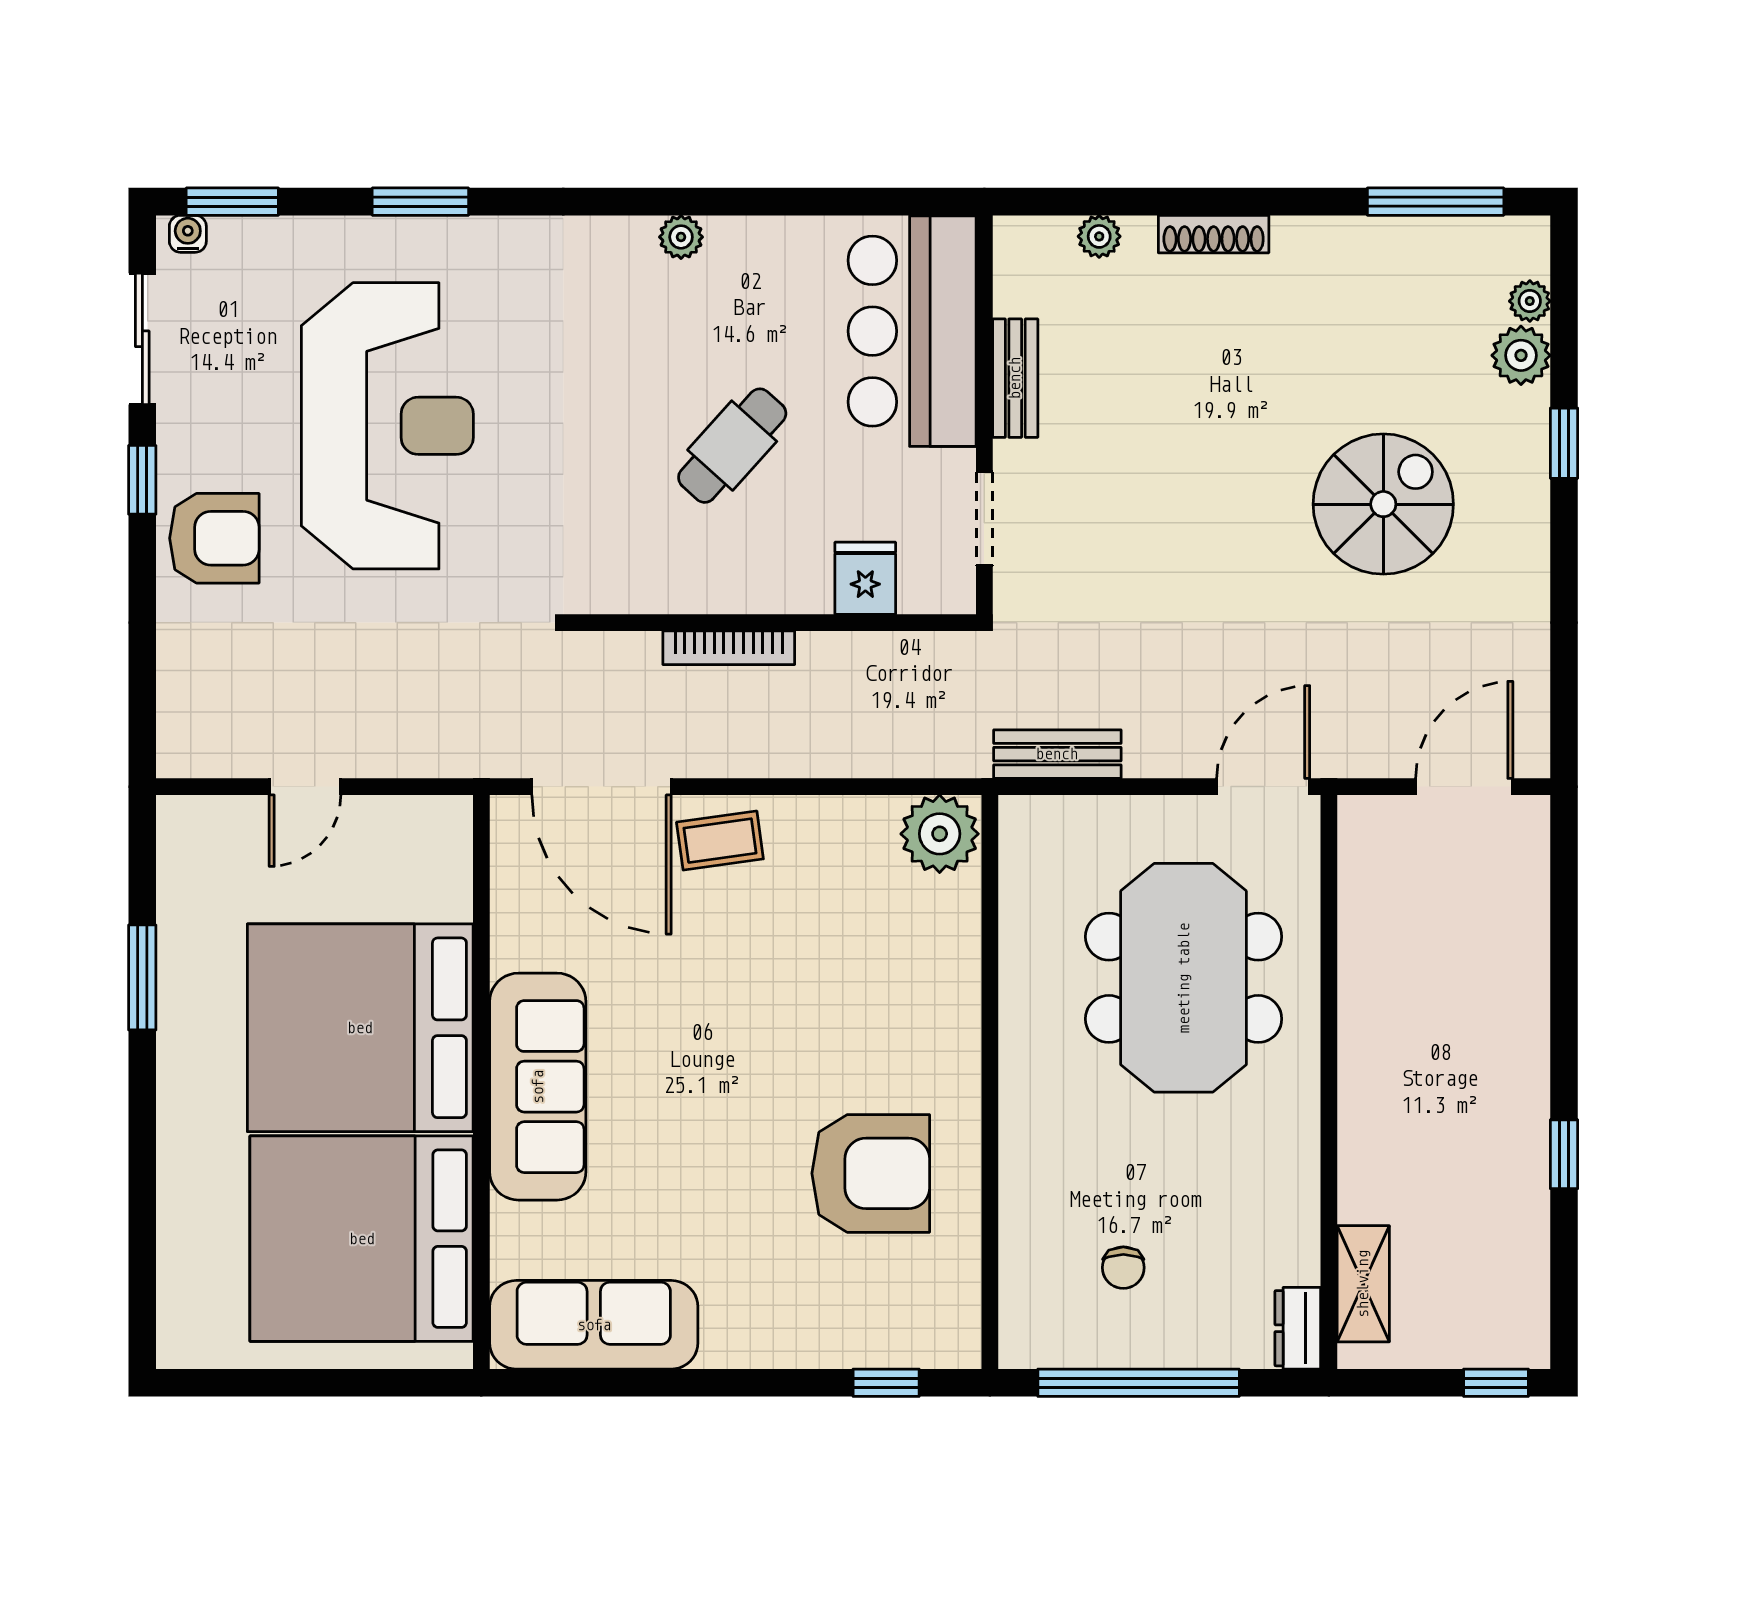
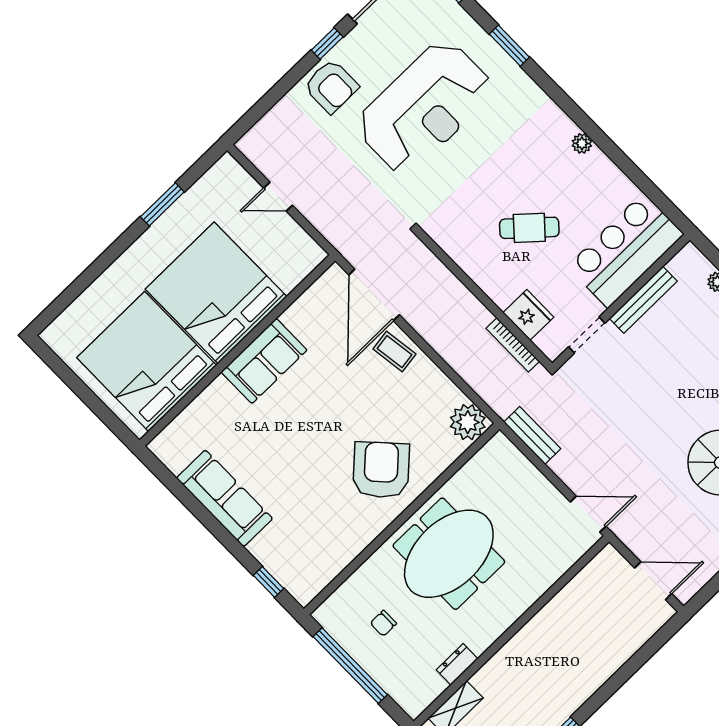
bench: (1015, 378) -> (643, 300), width x1.36
fridge: (865, 578) -> (528, 315), width x1.38
bookcase: (729, 648) -> (513, 345), moved
meeting table: (1184, 978) -> (449, 554), moved
sofa: (538, 1087) -> (264, 361), width x0.73
armchair: (871, 1173) -> (381, 470), moved, turned -133
sofa: (594, 1325) -> (224, 498), moved
dresser: (1298, 1328) -> (457, 664), moved

